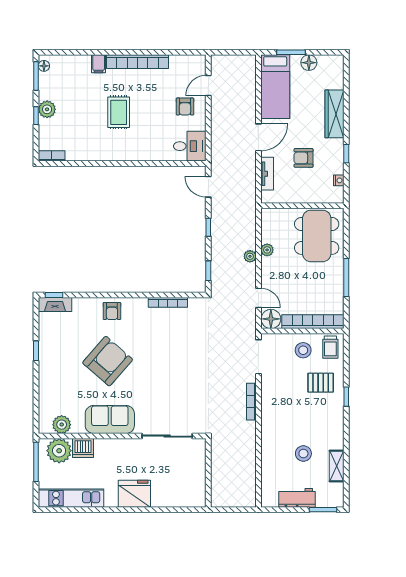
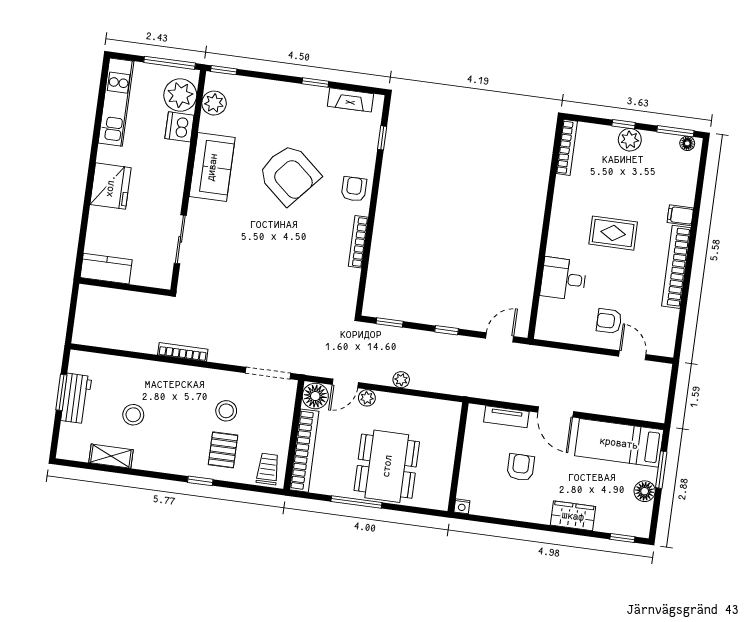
wardrobe: (335, 114) -> (573, 516), width x0.67
desk: (190, 146) -> (563, 279), moved, turned 90
window: (346, 154) -> (622, 538), moved
bookcase: (52, 156) -> (567, 147), width x1.56
nightstand: (339, 180) -> (462, 506), moved
dining table: (317, 236) -> (387, 466), moved, turned 90
plant: (267, 250) -> (367, 398), moved
window: (54, 295) -> (382, 138), moved
bookcase: (168, 302) -> (358, 242), moved
fireplace: (55, 305) -> (350, 100), moved, turned -90
armchair: (112, 311) -> (354, 189), turned 90
trolley: (330, 347) -> (268, 469), turned 90
stool: (303, 350) -> (226, 411), moved
bookcase: (251, 402) -> (183, 352), moved
window: (36, 421) -> (224, 70), added
sliding door: (167, 436) -> (180, 239), width x0.73
kitchen counter: (197, 489) -> (106, 269), added
window: (323, 510) -> (61, 392), moved

